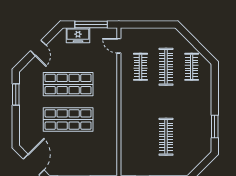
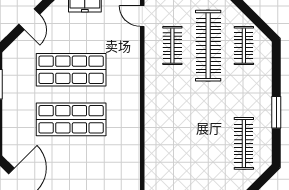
clothes rail: (166, 67) -> (208, 46), width x1.37, depth x1.31
window: (215, 127) -> (276, 112), moved
clothes rail: (166, 137) -> (244, 143), moved

